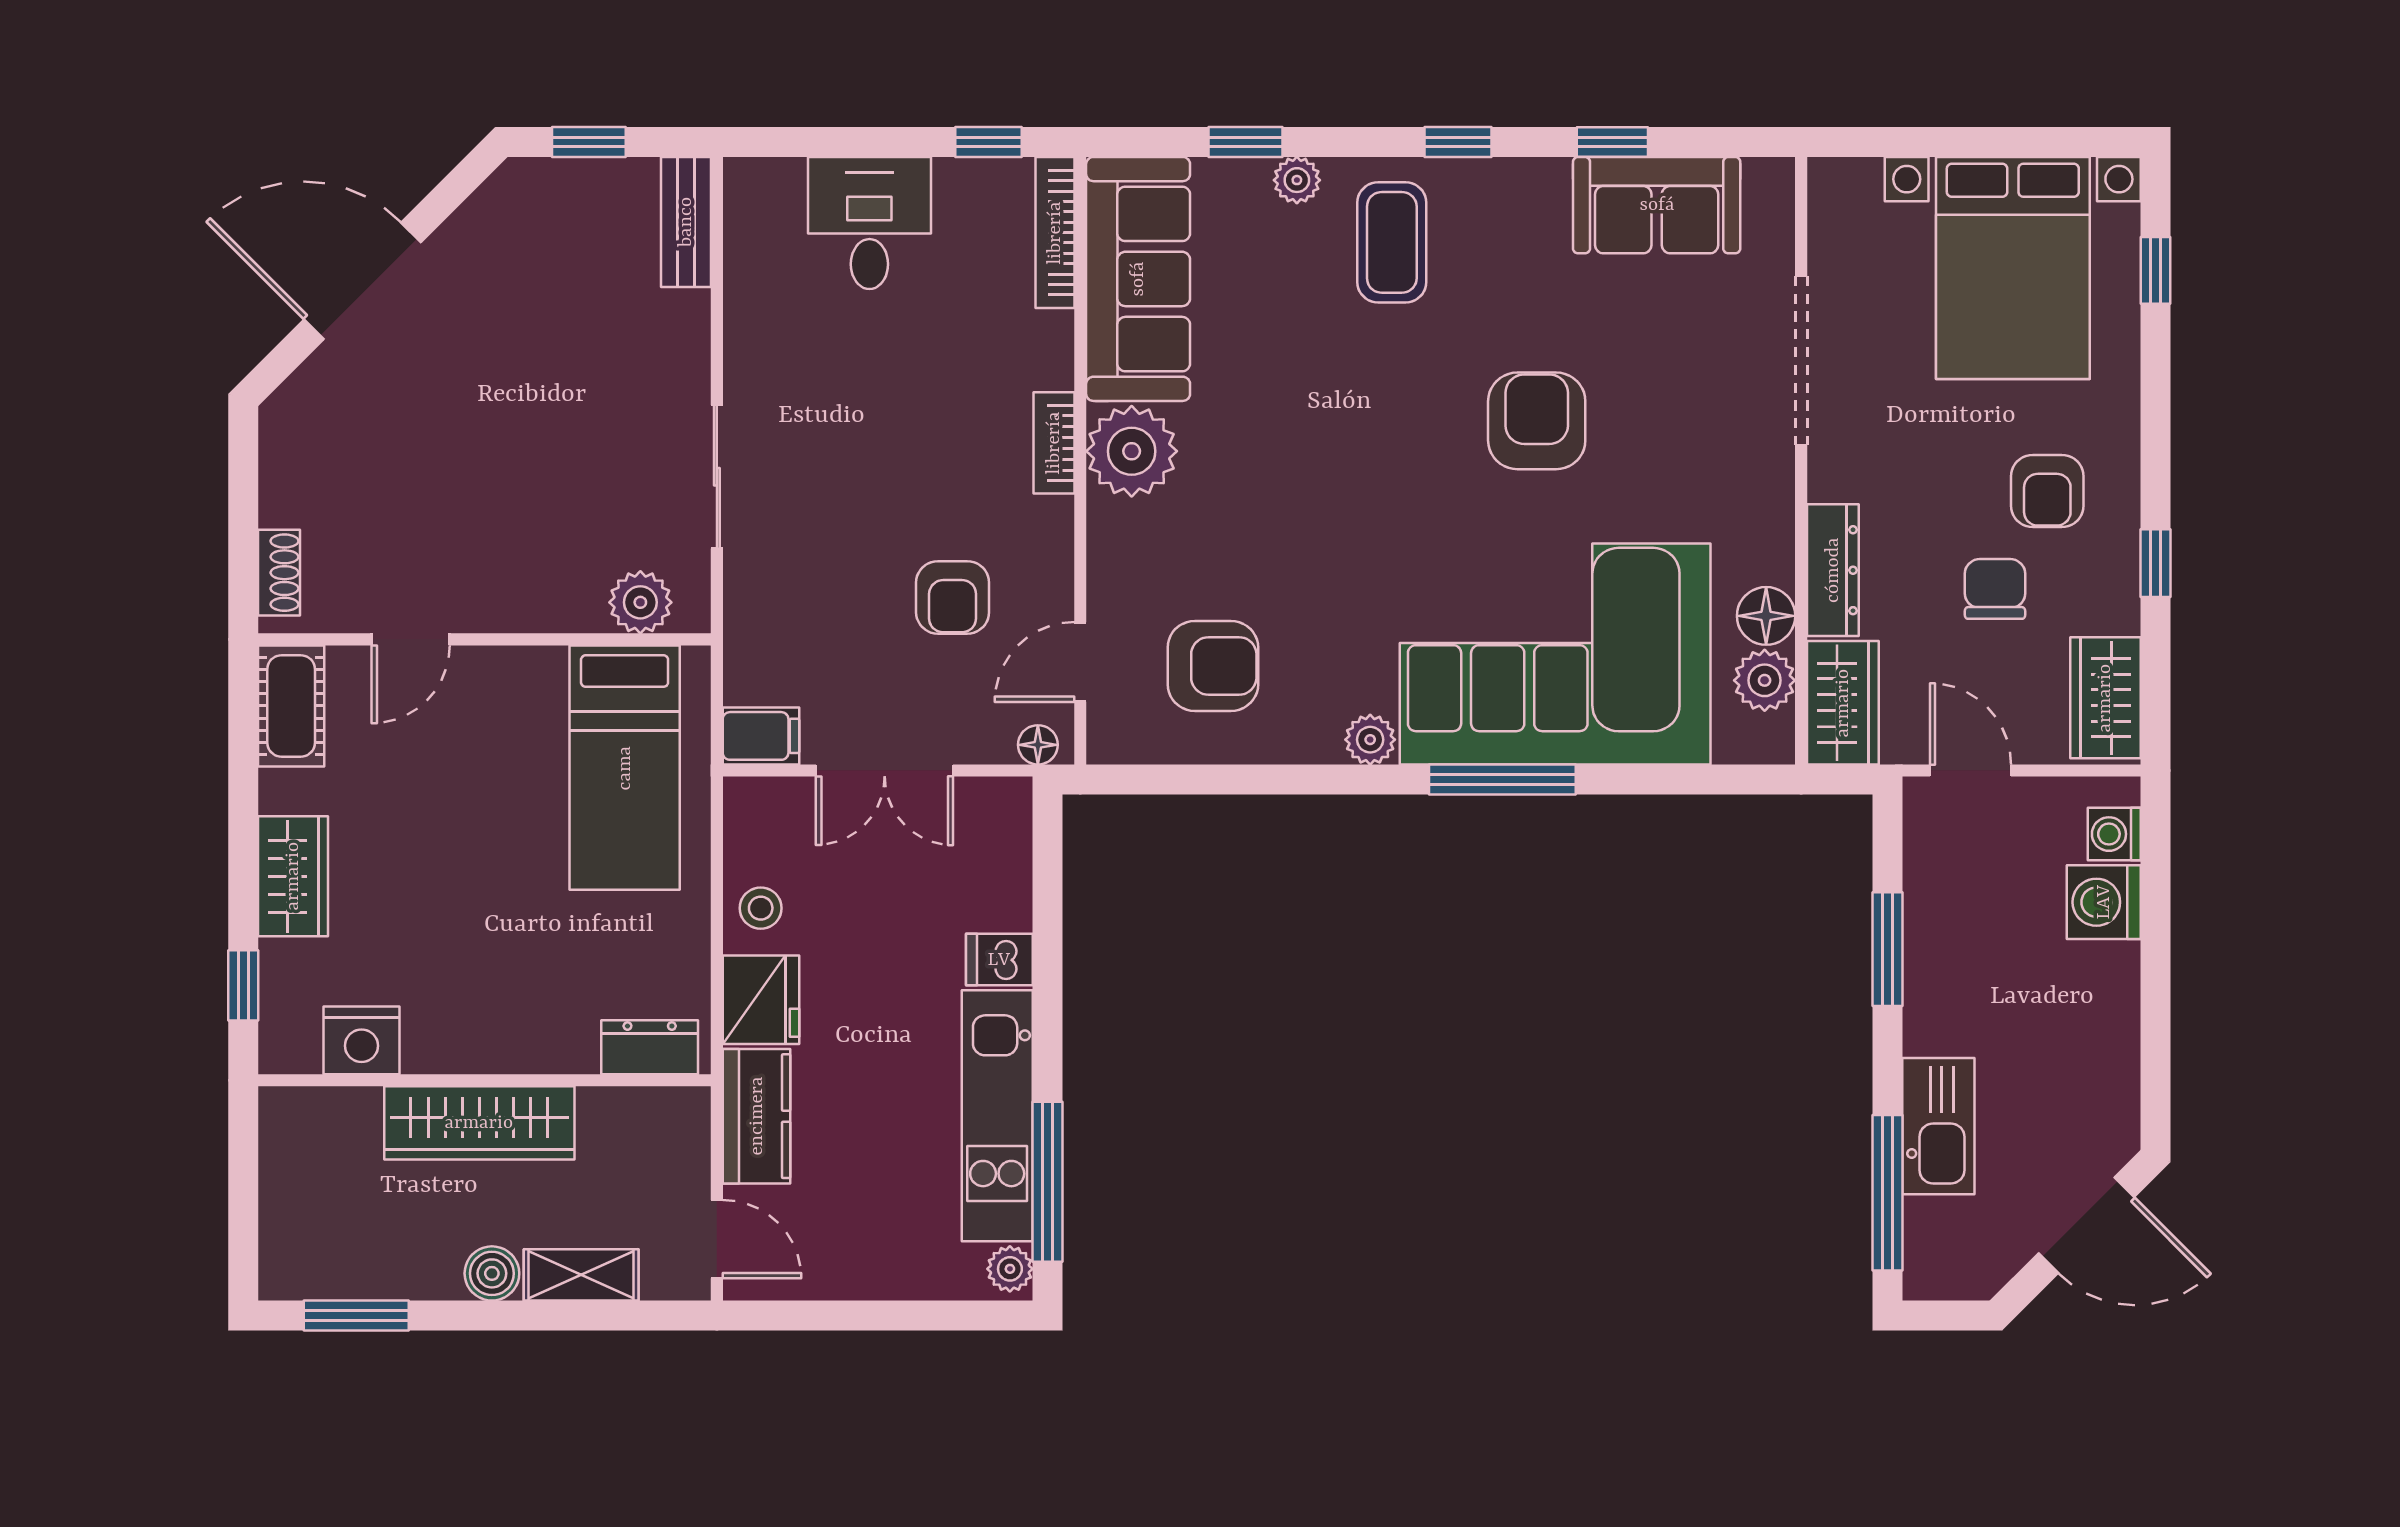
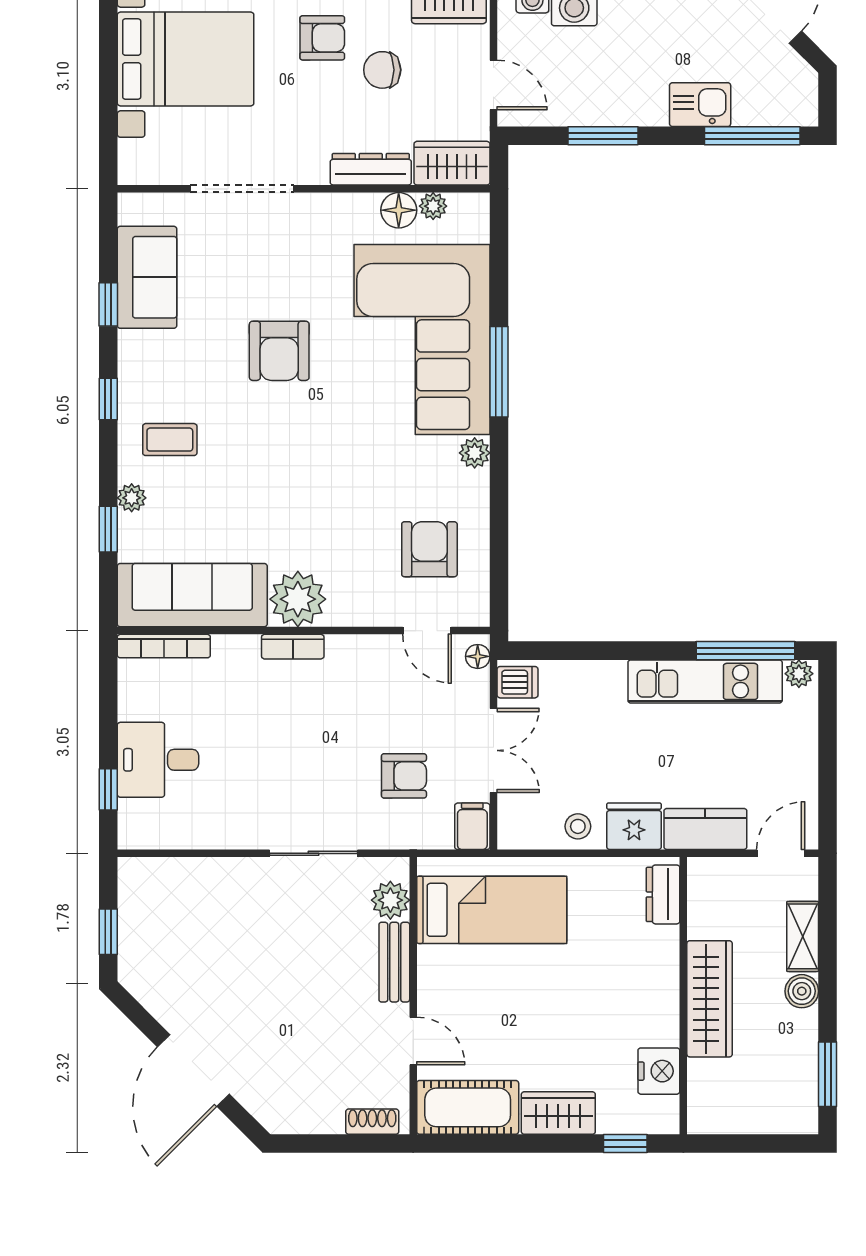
window: (989, 142) -> (108, 789), moved
bench: (686, 222) -> (394, 962), moved, turned 90
coffee table: (1392, 242) -> (170, 440), width x0.73, depth x0.77
armchair: (1537, 421) -> (279, 351), turned -90
armchair: (953, 597) -> (404, 776), moved
plant: (1765, 680) -> (433, 206), width x0.73, depth x0.73
cot: (291, 706) -> (468, 1107), width x1.37, depth x1.34
door: (1970, 770) -> (493, 85), swing flipped
dishwasher: (999, 960) -> (517, 682), moved, turned -90
kitchen sink: (1938, 1126) -> (700, 105), width x0.73

